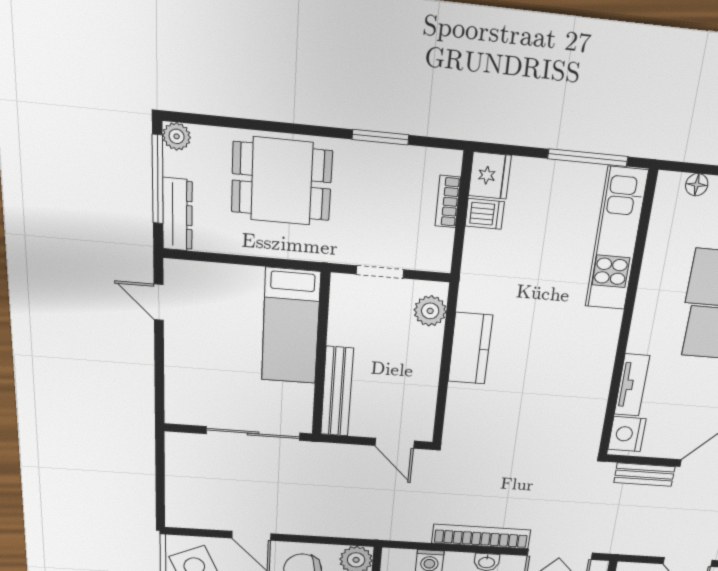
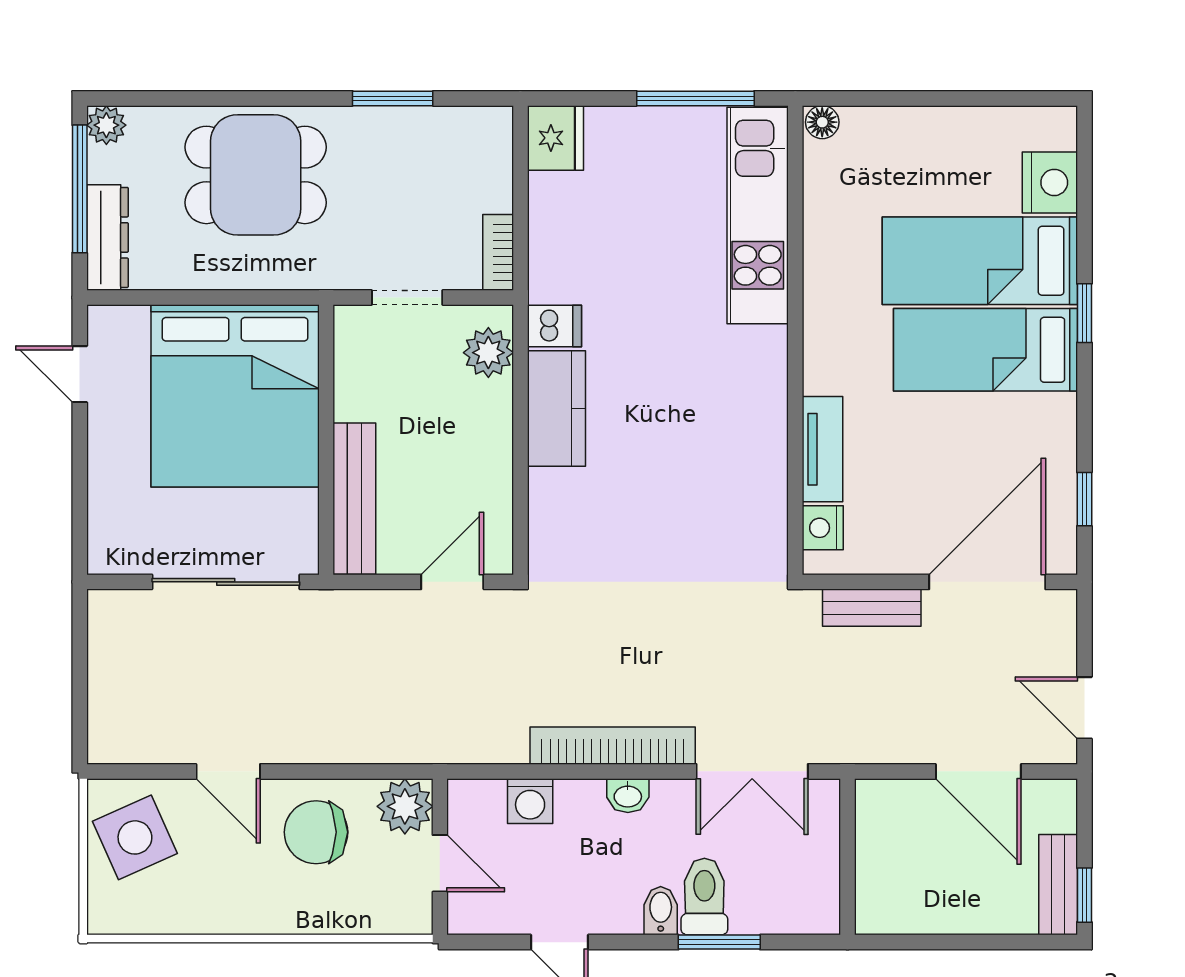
floor lamp: (697, 185) -> (822, 122), moved
bookcase: (448, 202) -> (498, 252), moved
dishwasher: (485, 214) -> (555, 326), moved
bed: (291, 326) -> (235, 396), width x2.04
nightstand: (627, 434) -> (823, 528), width x0.74, depth x0.75
door: (395, 443) -> (452, 582), swing flipped

